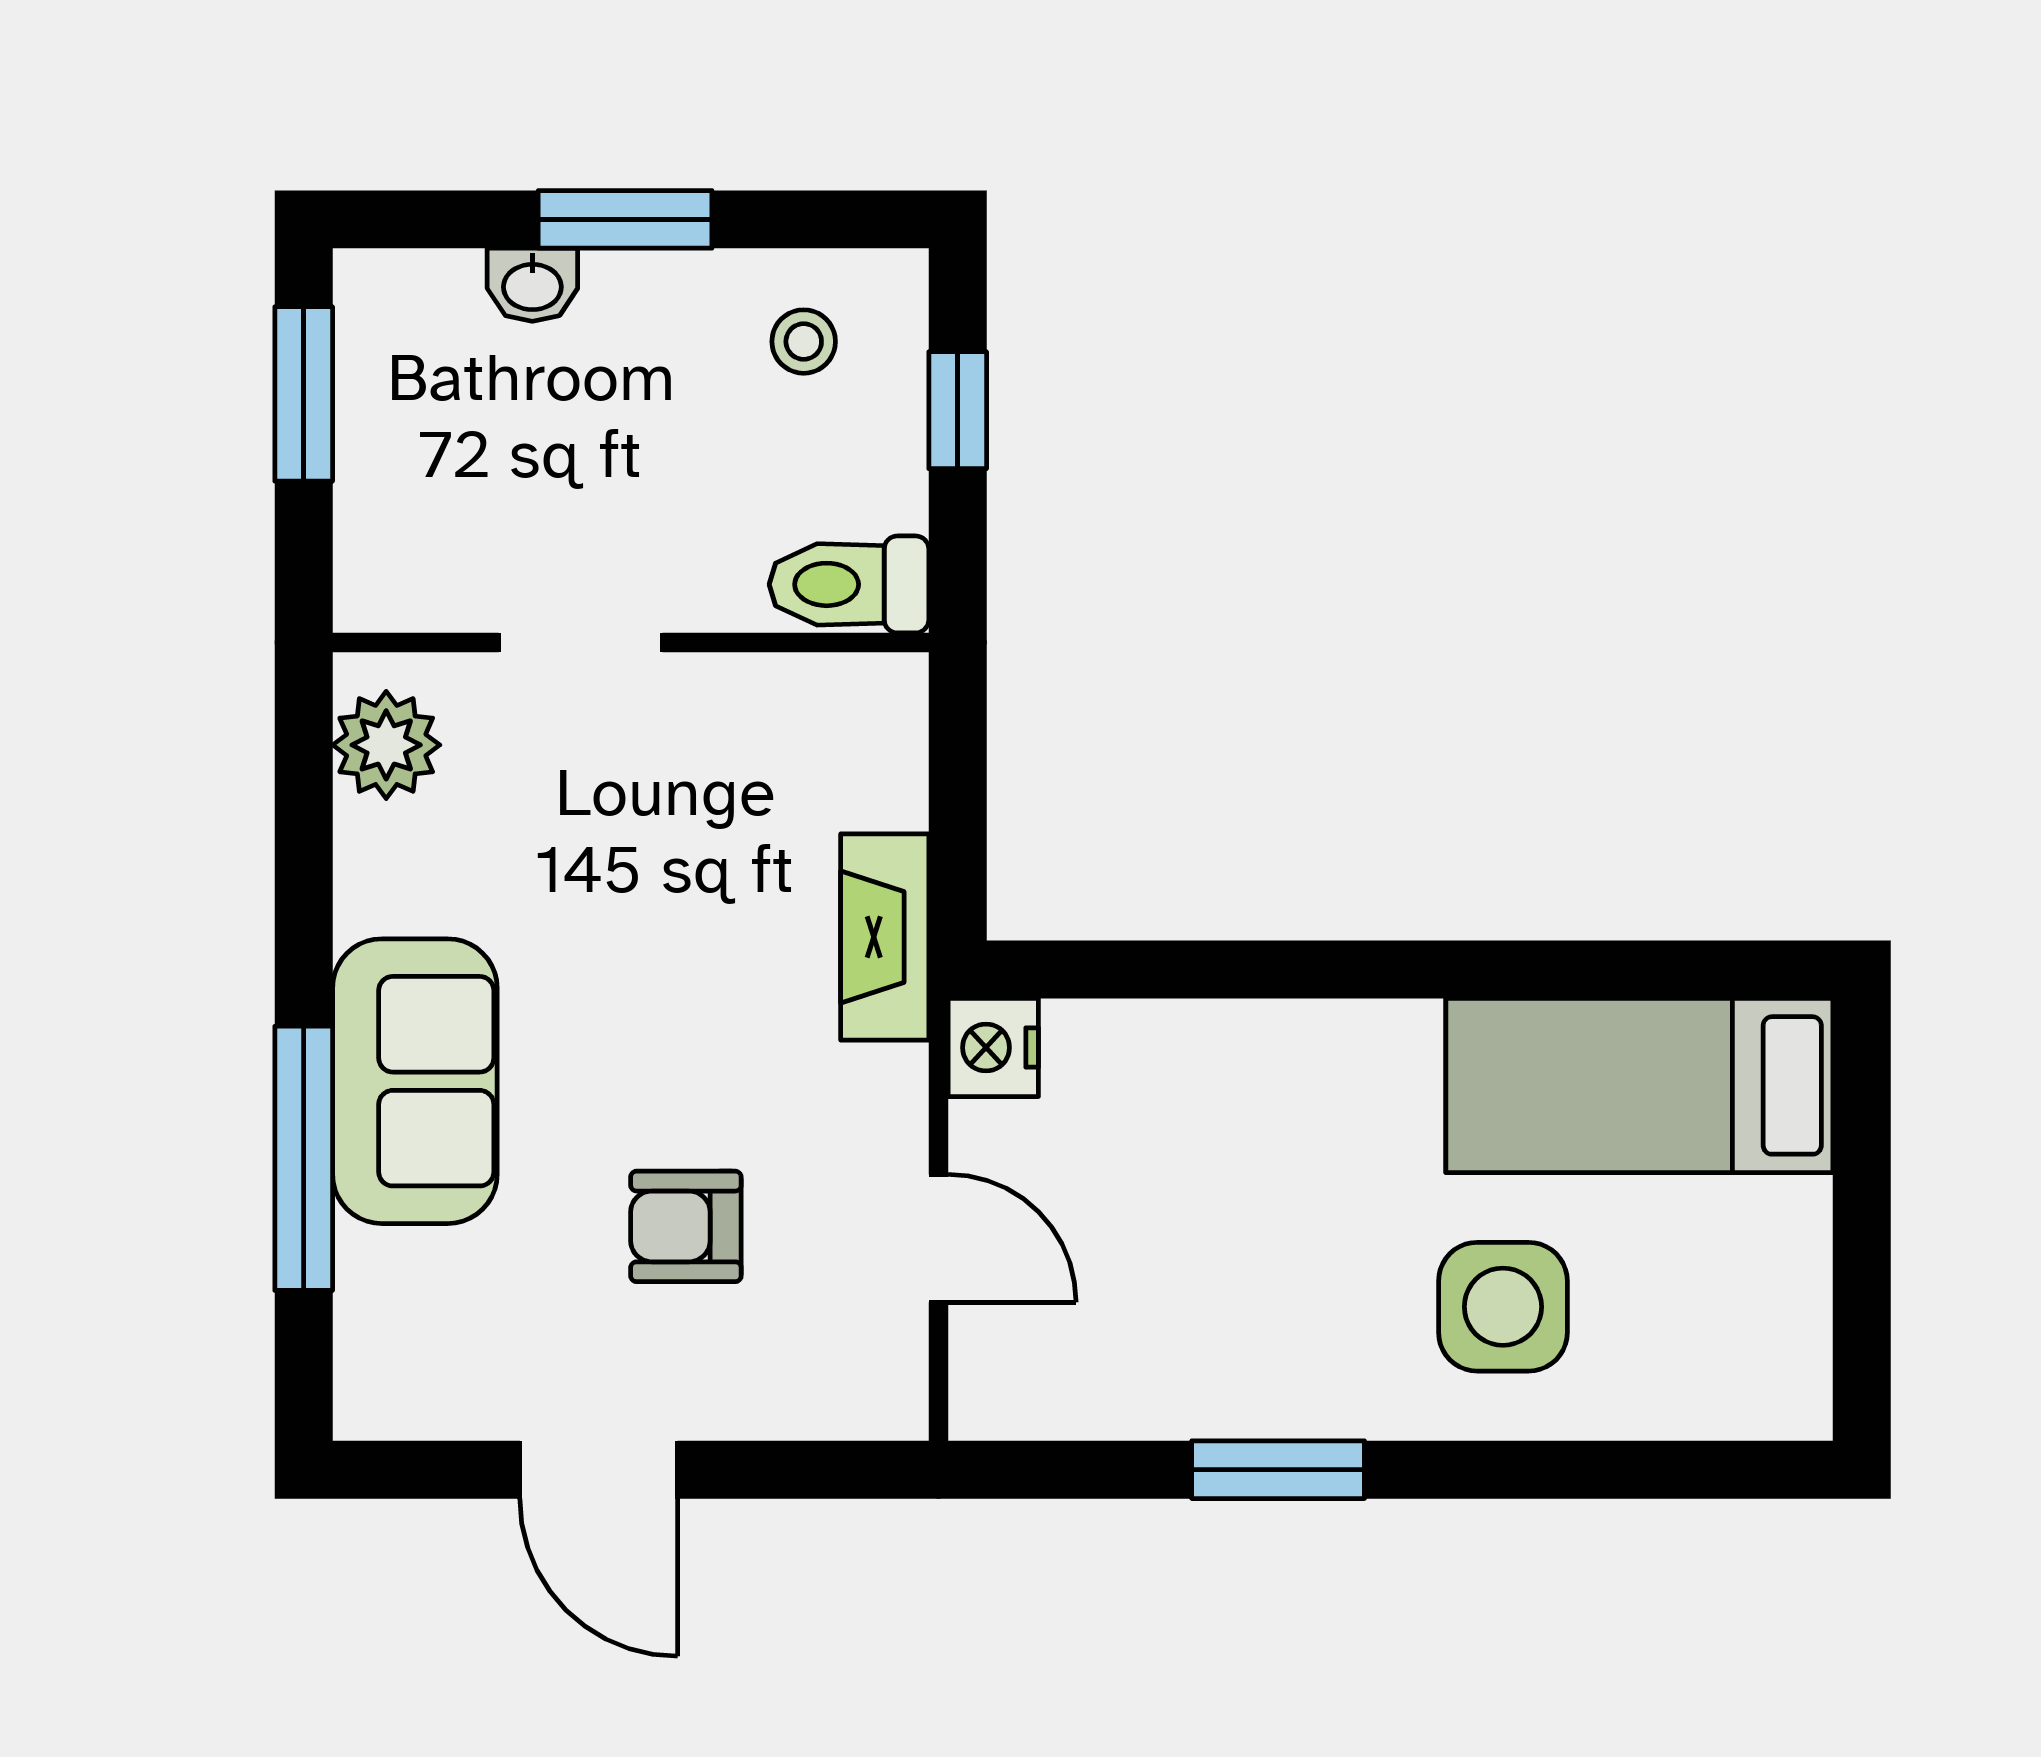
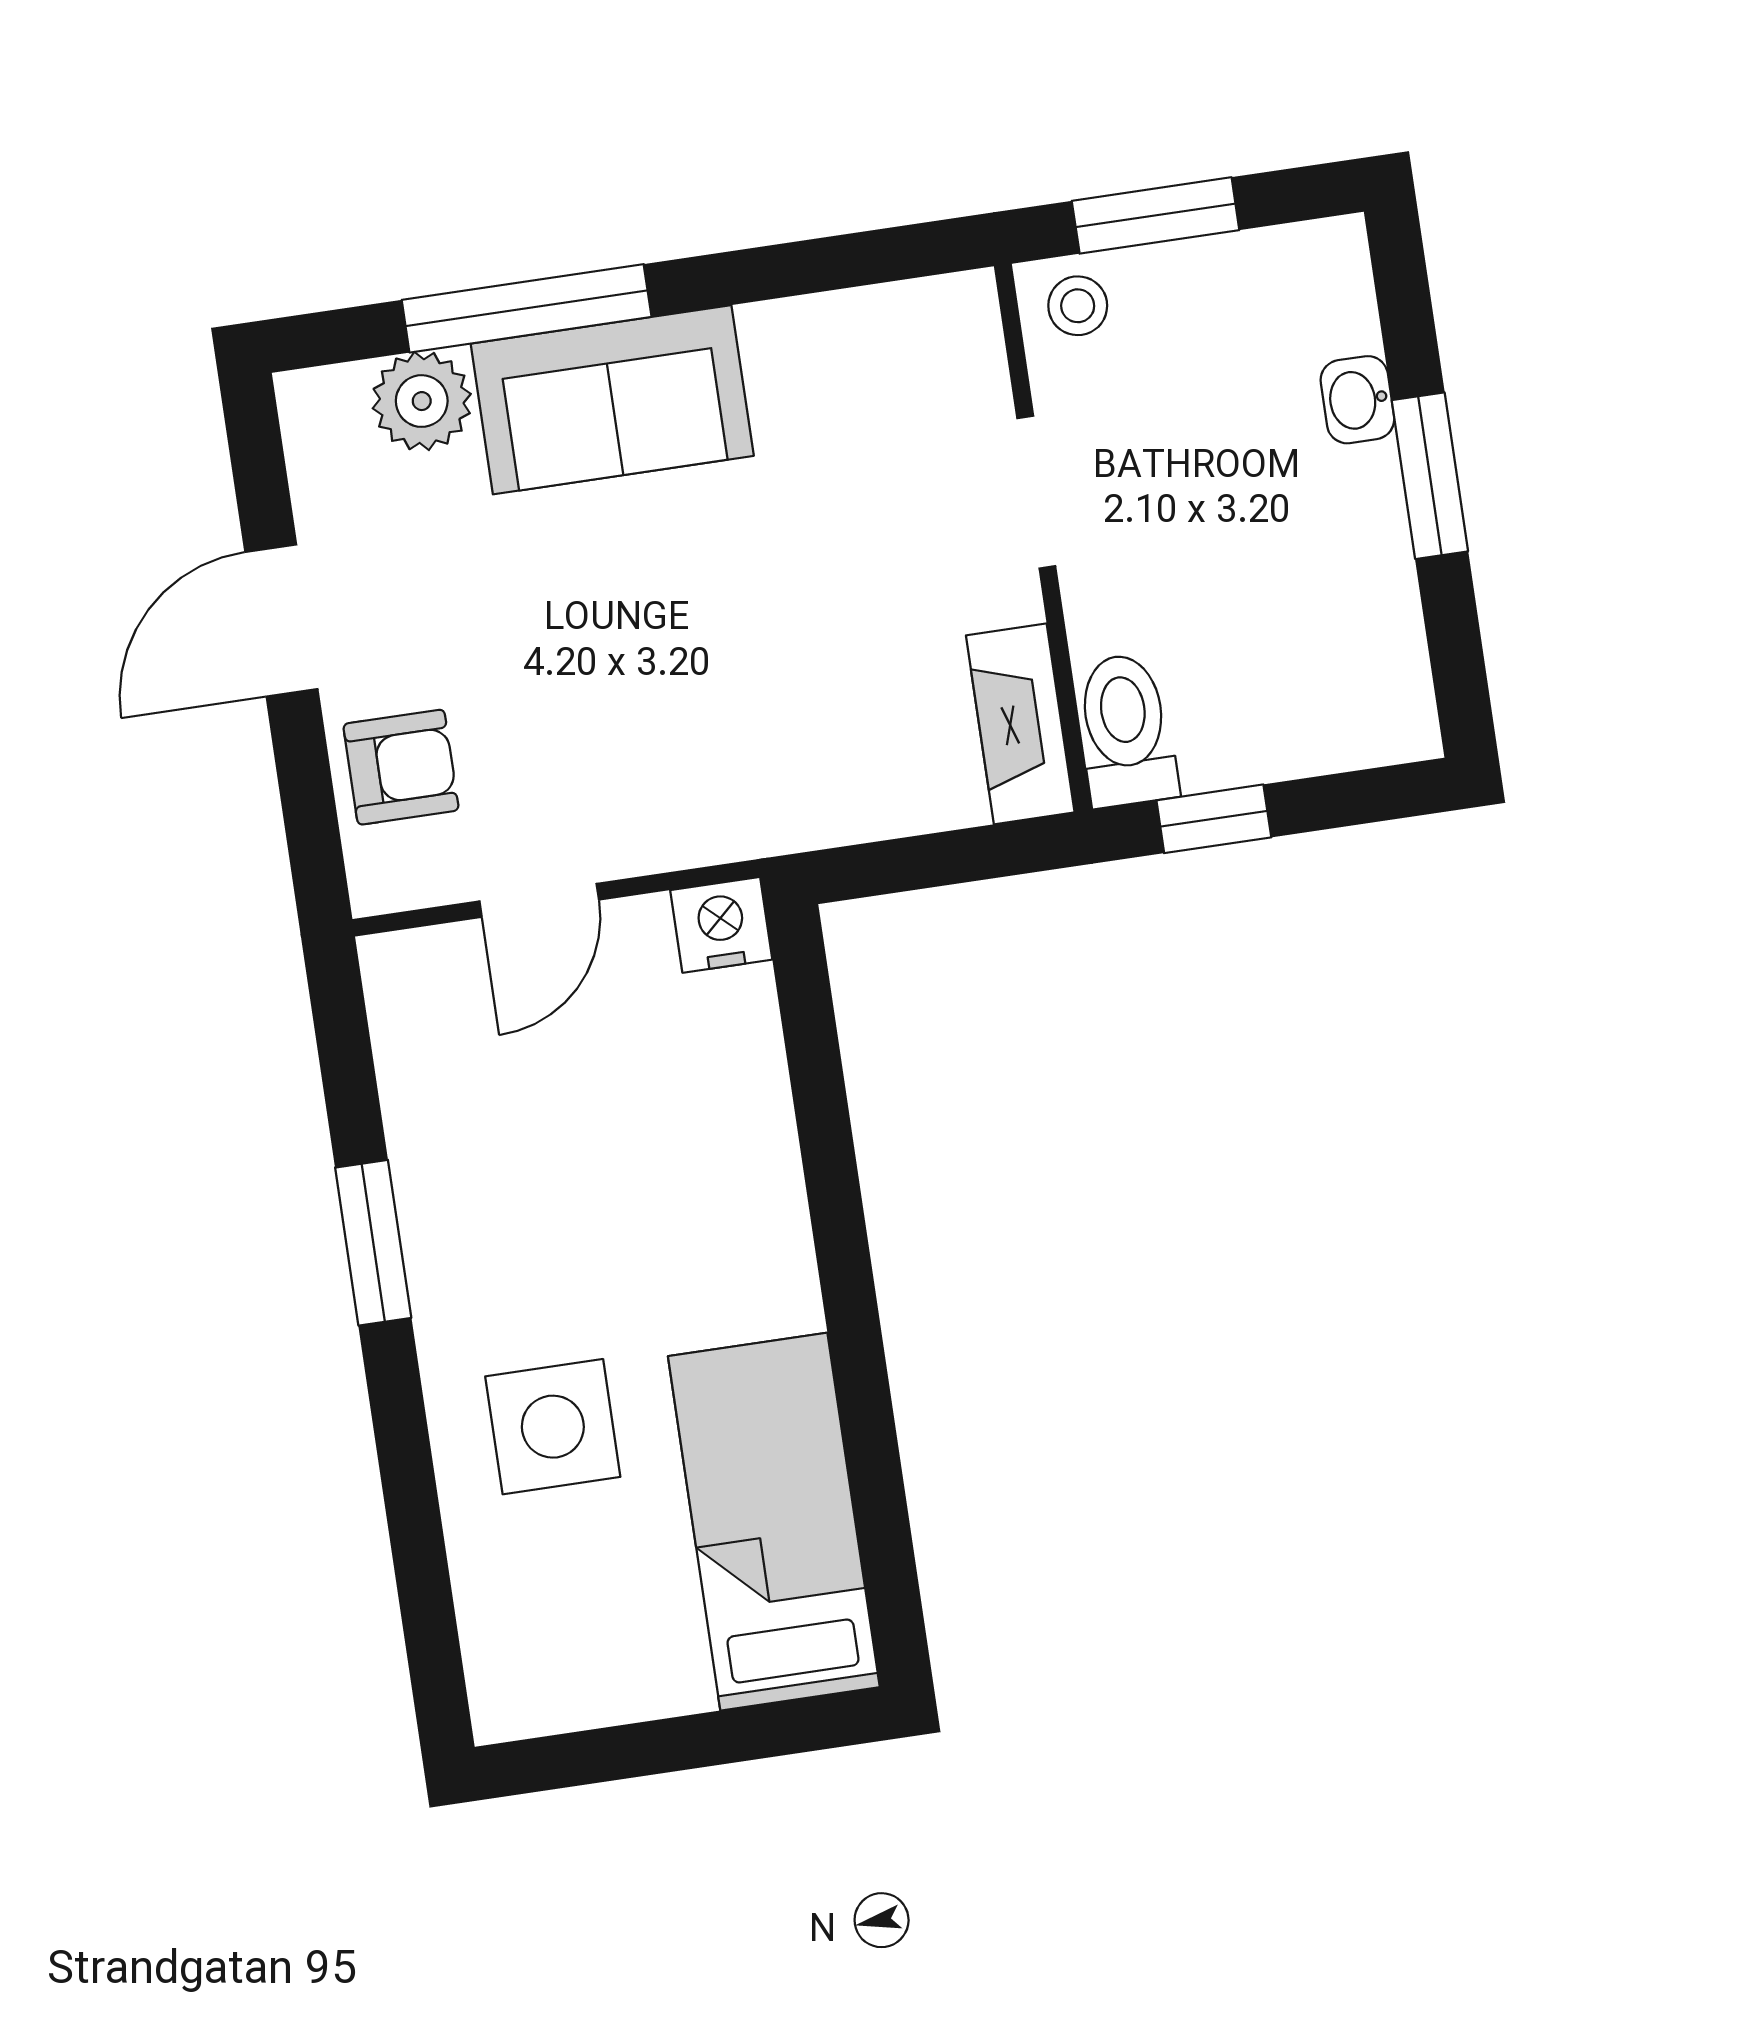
stool: (804, 342) -> (1078, 306), moved
window: (304, 394) -> (1156, 215), moved
window: (958, 410) -> (1214, 819), moved
plant: (386, 745) -> (422, 401), moved
fireplace: (885, 937) -> (1020, 724), moved, turned -90
armchair: (686, 1226) -> (401, 767), moved, turned 90

